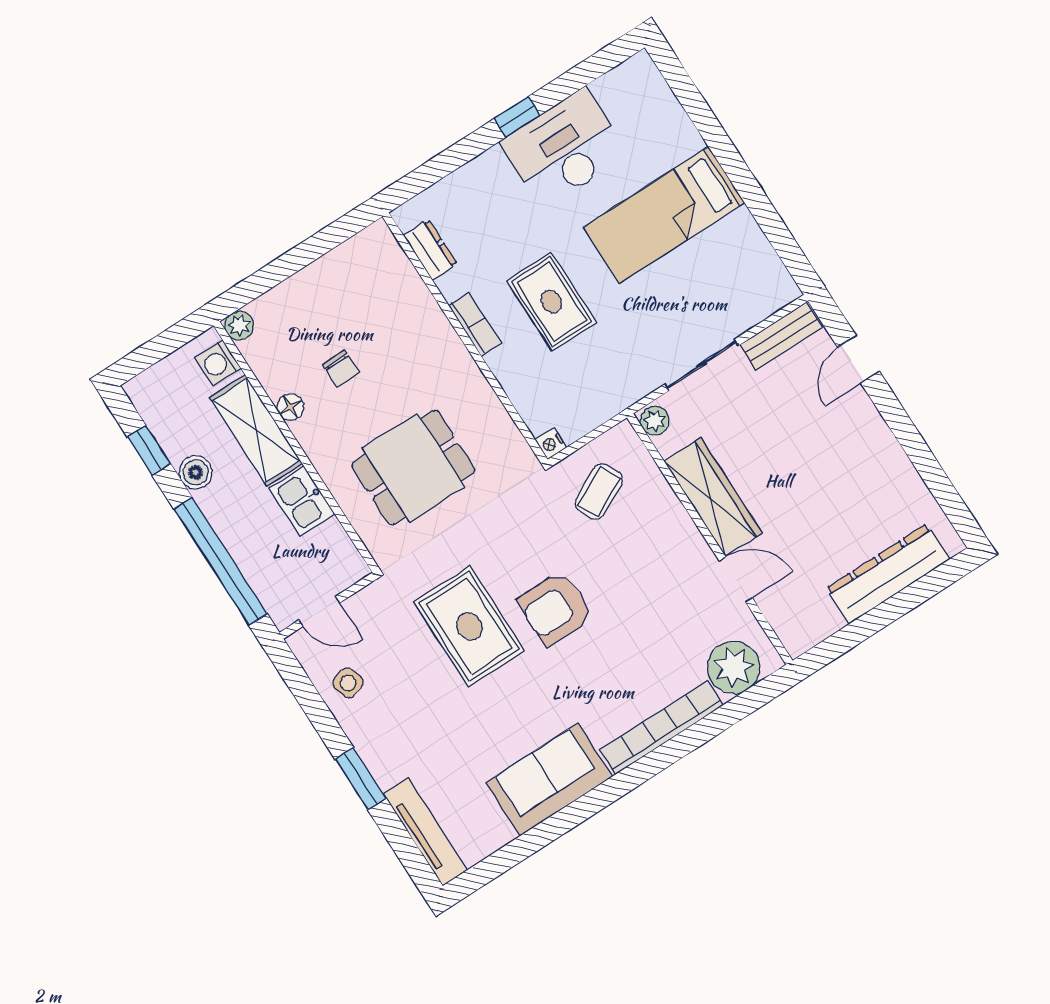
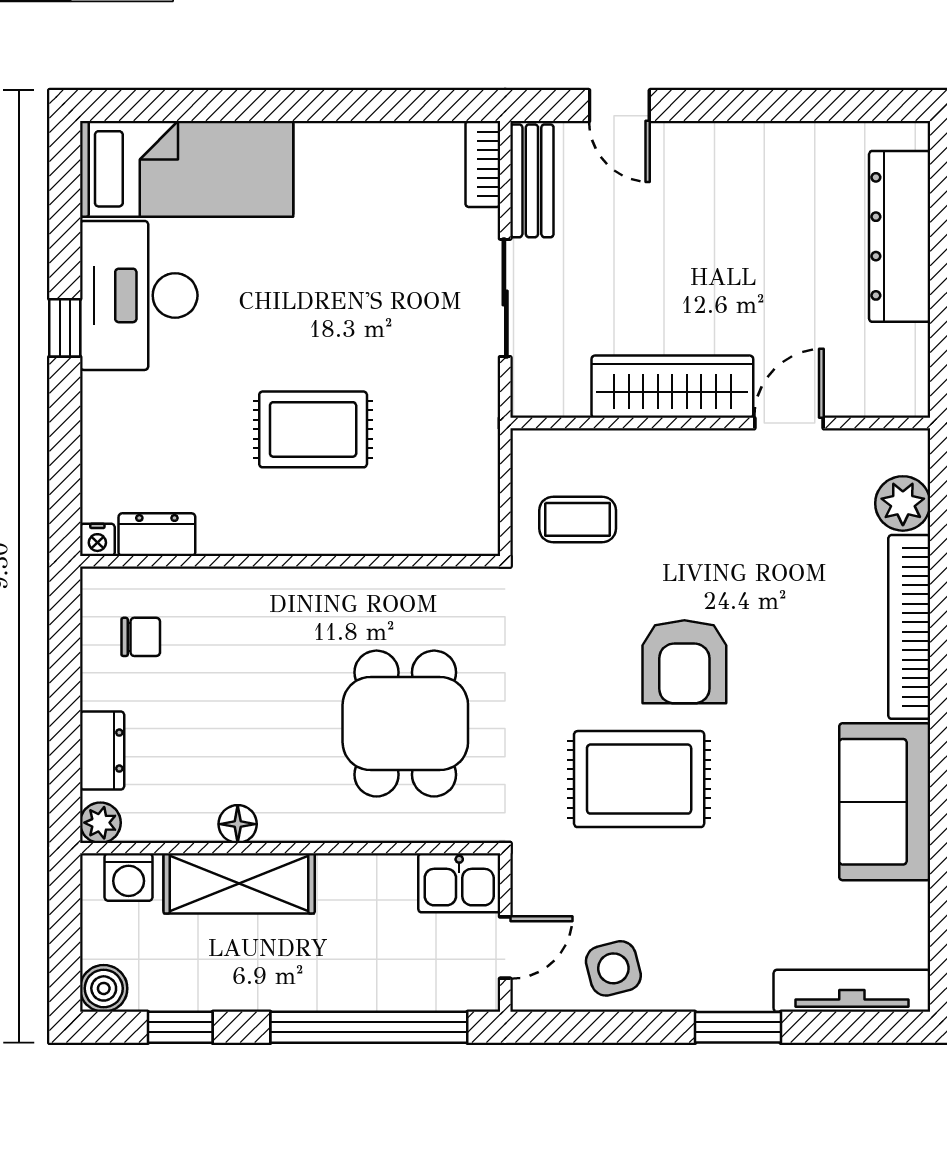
bed: (664, 215) -> (187, 169), moved, turned -90
dresser: (282, 299) -> (102, 751), added
bookcase: (475, 324) -> (483, 164), moved, turned -90
chair: (341, 369) -> (141, 637), moved
plant: (655, 421) -> (536, 398), removed
nightstand: (551, 444) -> (97, 540), moved
boiler: (196, 472) -> (104, 988), moved
coffee table: (599, 492) -> (578, 519), turned -63
kitchen sink: (302, 501) -> (459, 883), moved
plant: (734, 667) -> (903, 503), width x0.73, depth x0.73
side table: (348, 683) -> (613, 968), width x1.37, depth x1.37

